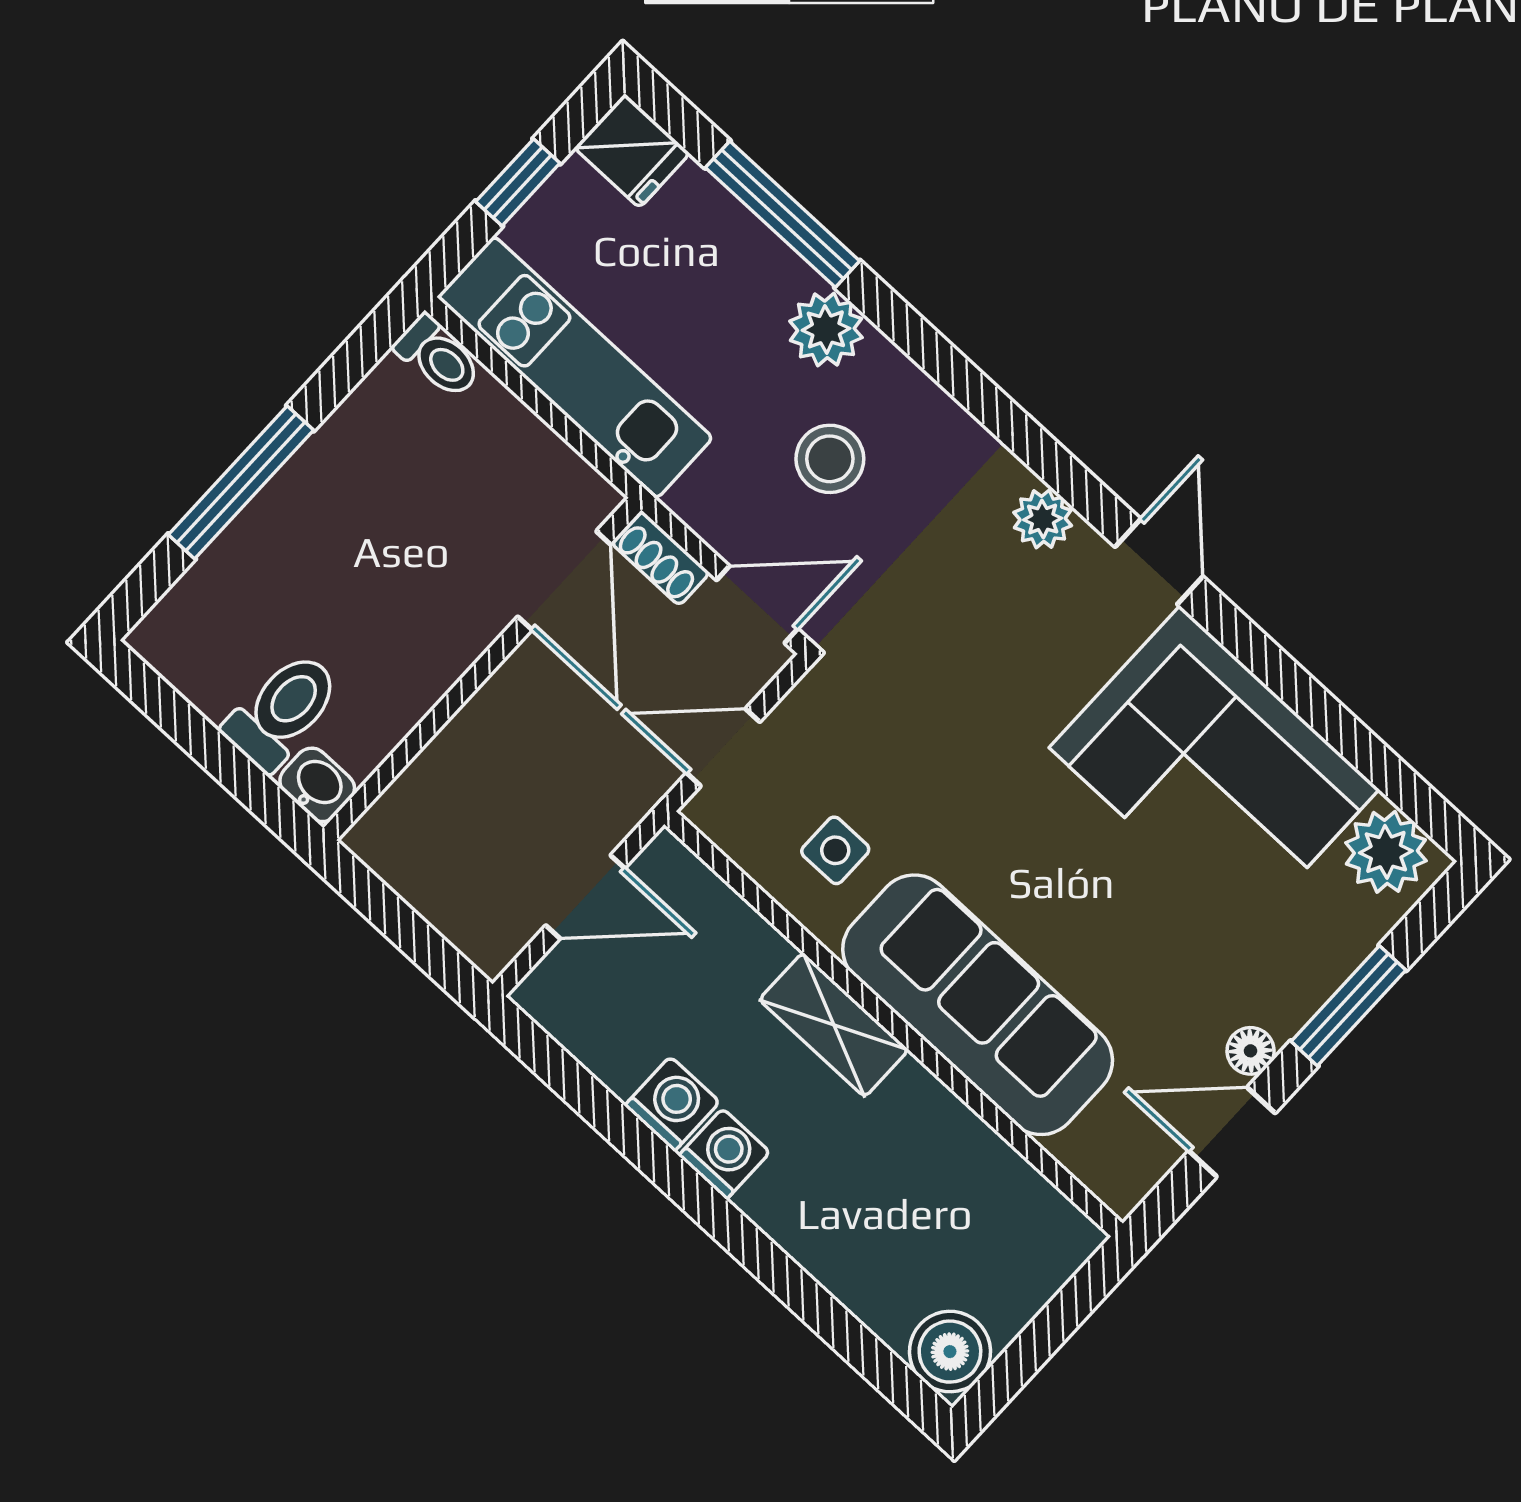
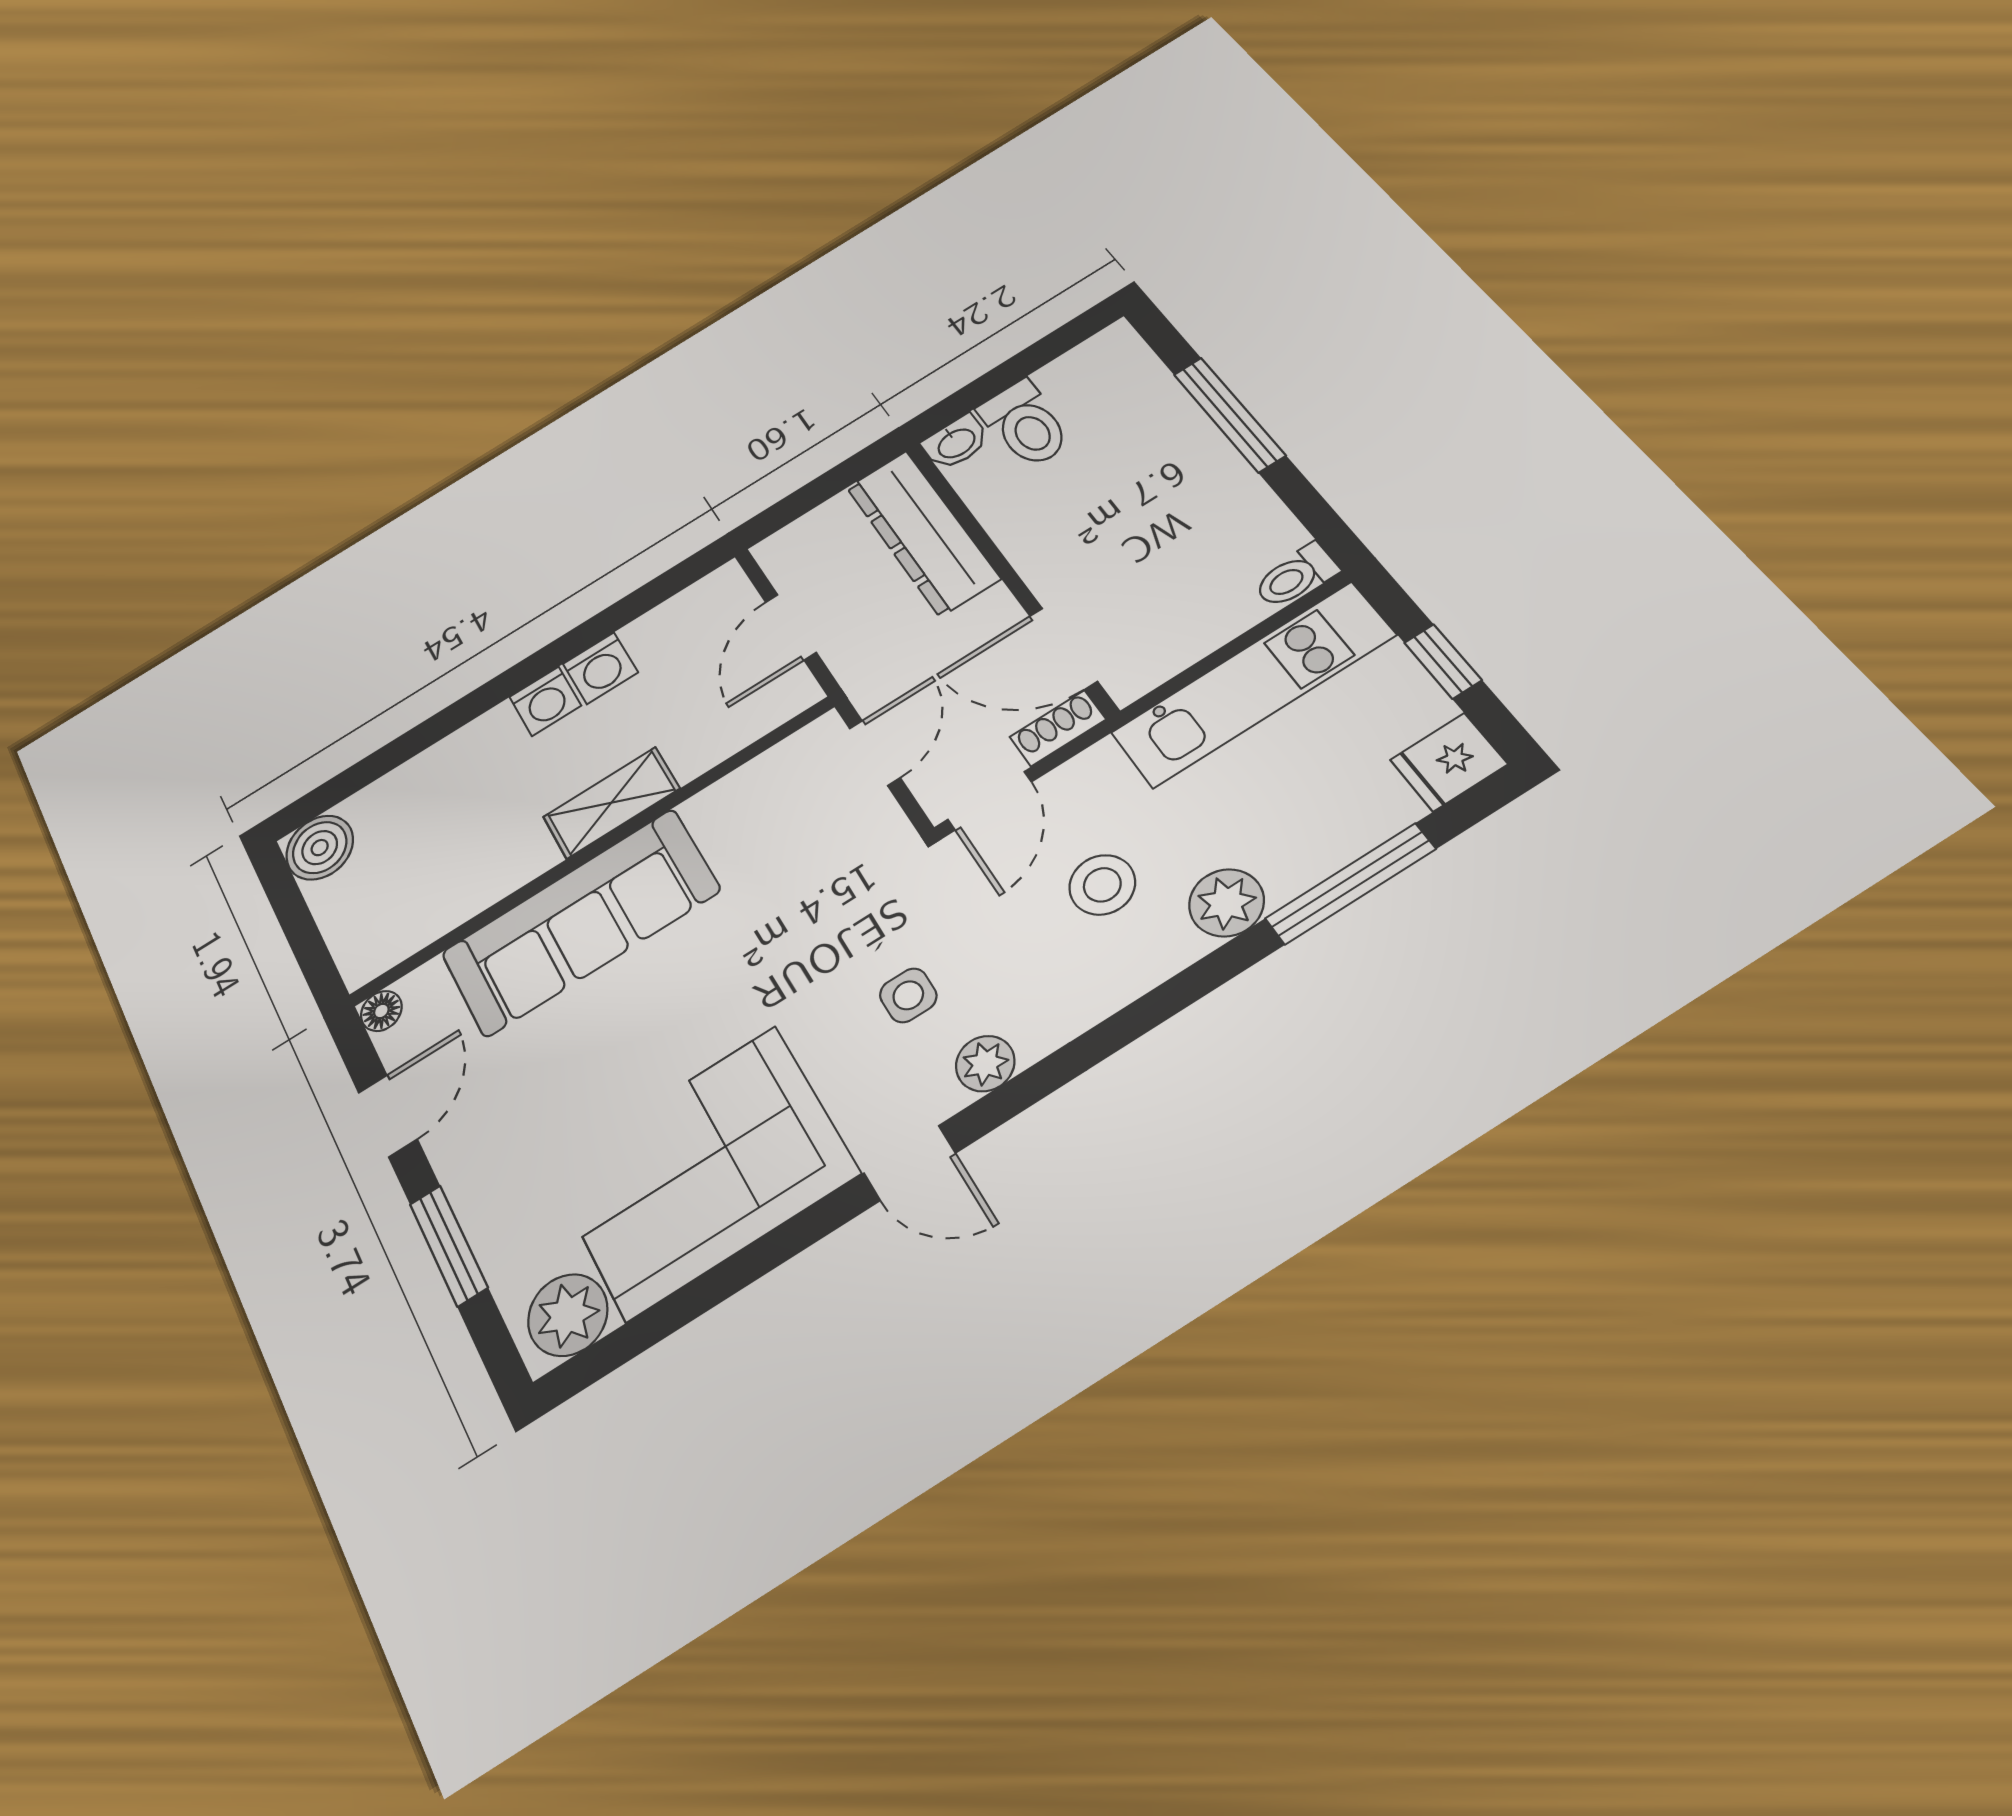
dresser: (442, 785) -> (923, 533), added
side table: (835, 850) -> (908, 995), moved
floor lamp: (1251, 1051) -> (381, 1011), moved

